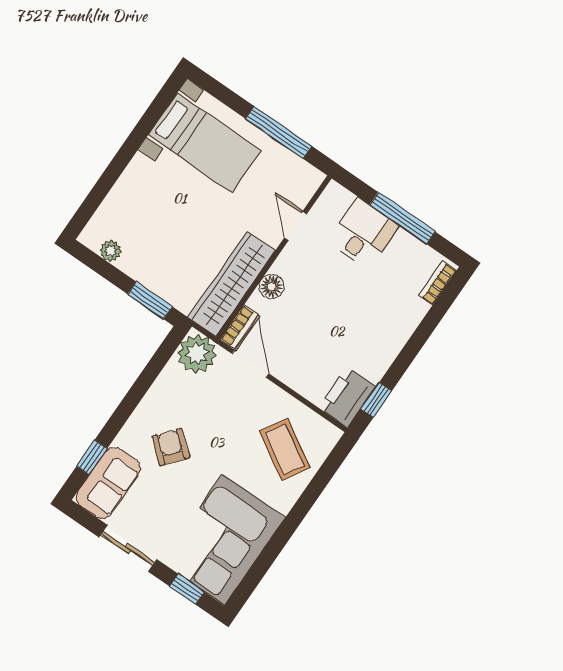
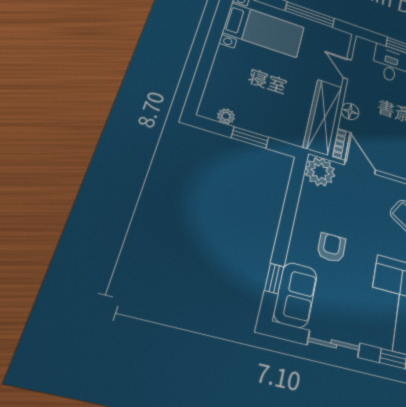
window: (150, 300) -> (250, 137), moved
armchair: (171, 447) -> (331, 248), turned 50

